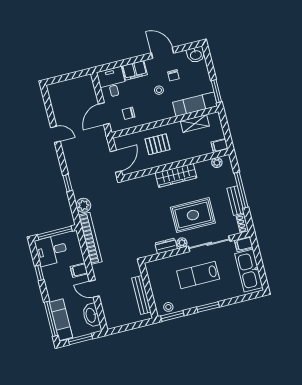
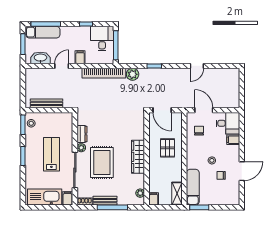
washbasin: (196, 55) -> (233, 198), removed
filing cabinet: (135, 70) -> (233, 140), width x0.50
shelving: (195, 124) -> (177, 193), moved

